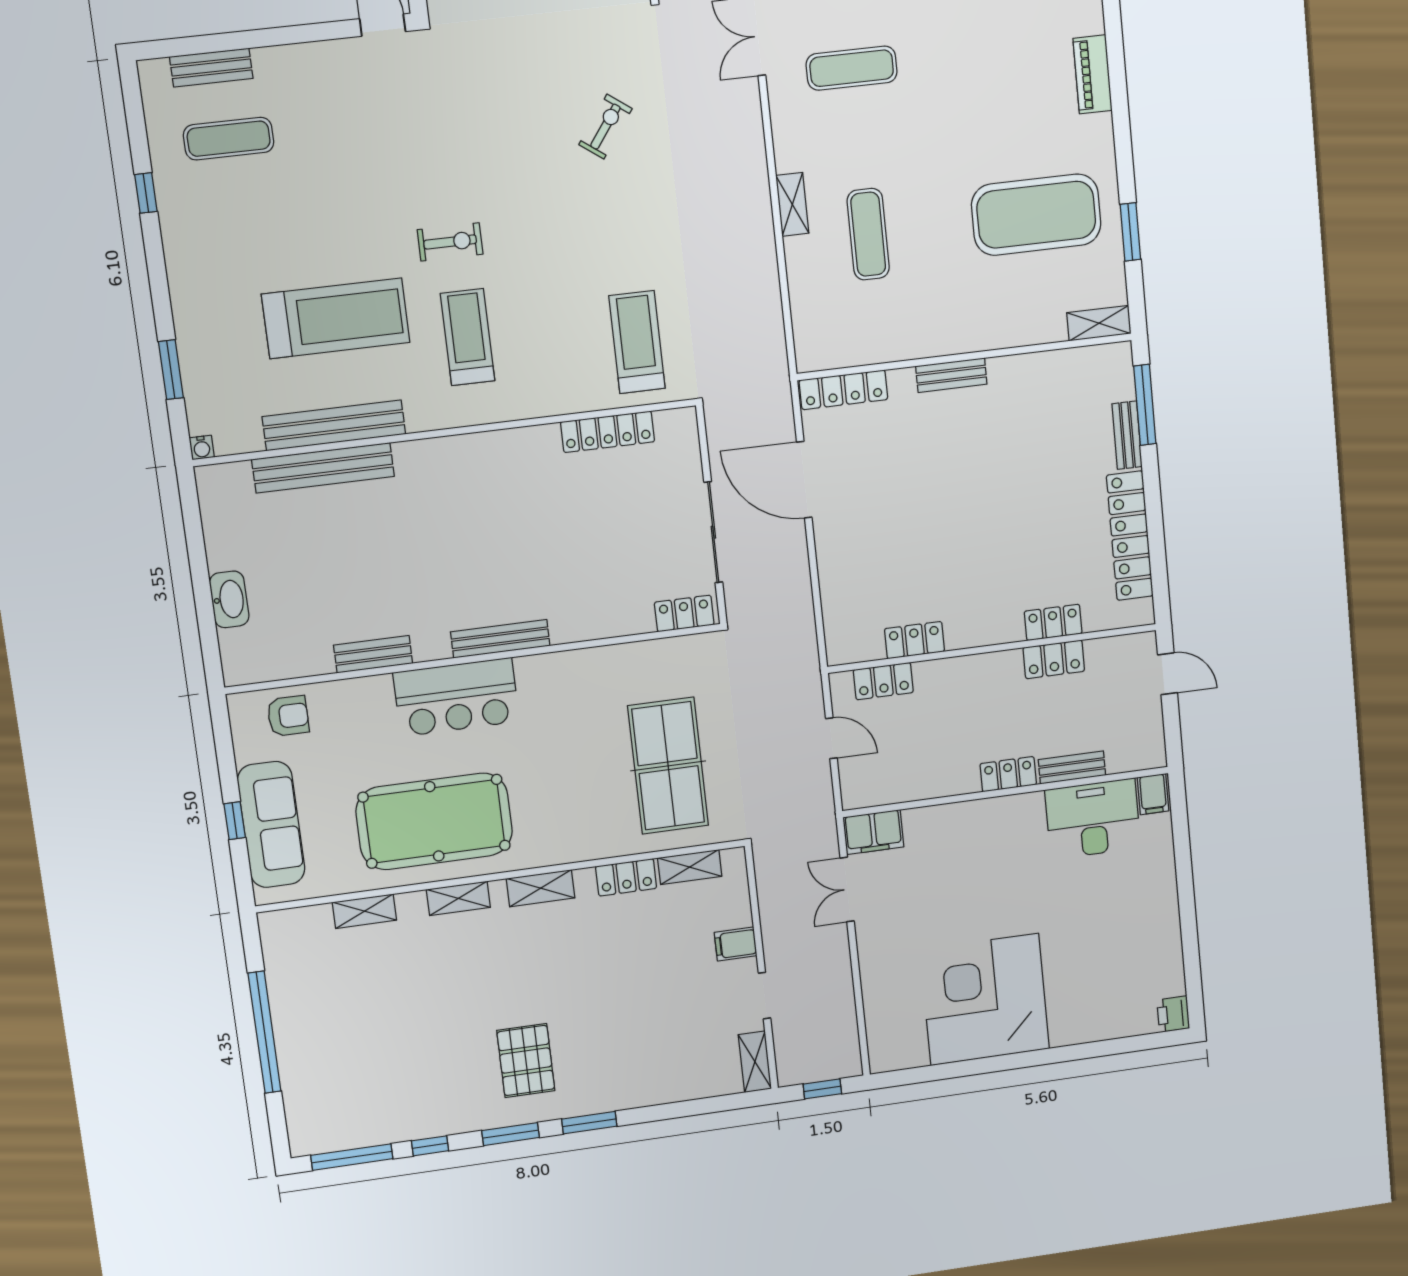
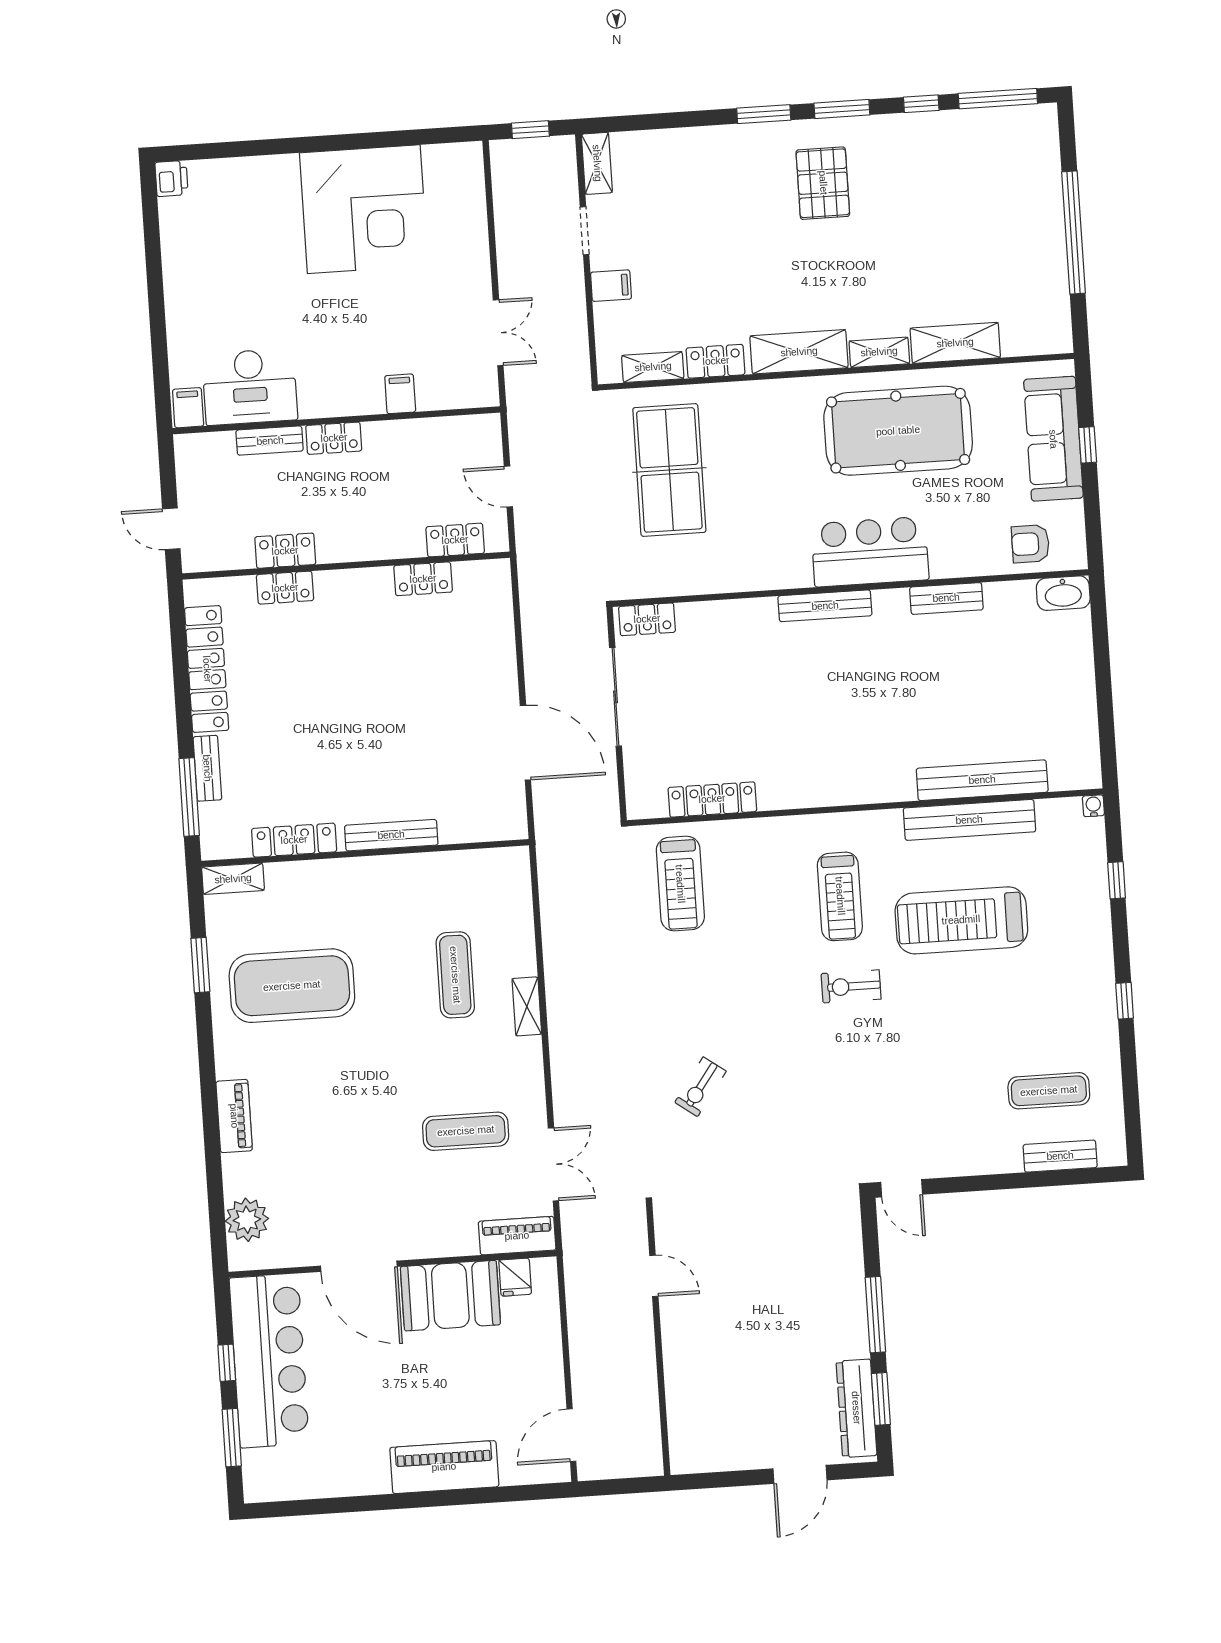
window: (146, 193) -> (1125, 1001), moved
window: (171, 370) -> (1117, 880), width x0.67
bench: (951, 375) -> (391, 835), width x1.36
locker: (843, 390) -> (294, 840), moved
washbasin: (229, 599) -> (1063, 593), moved, turned -90
filing cabinet: (873, 832) -> (400, 394), moved, width x0.50
shelving: (541, 888) -> (799, 352), width x1.50, depth x1.33
shelving: (364, 911) -> (955, 343), width x1.50, depth x1.33

